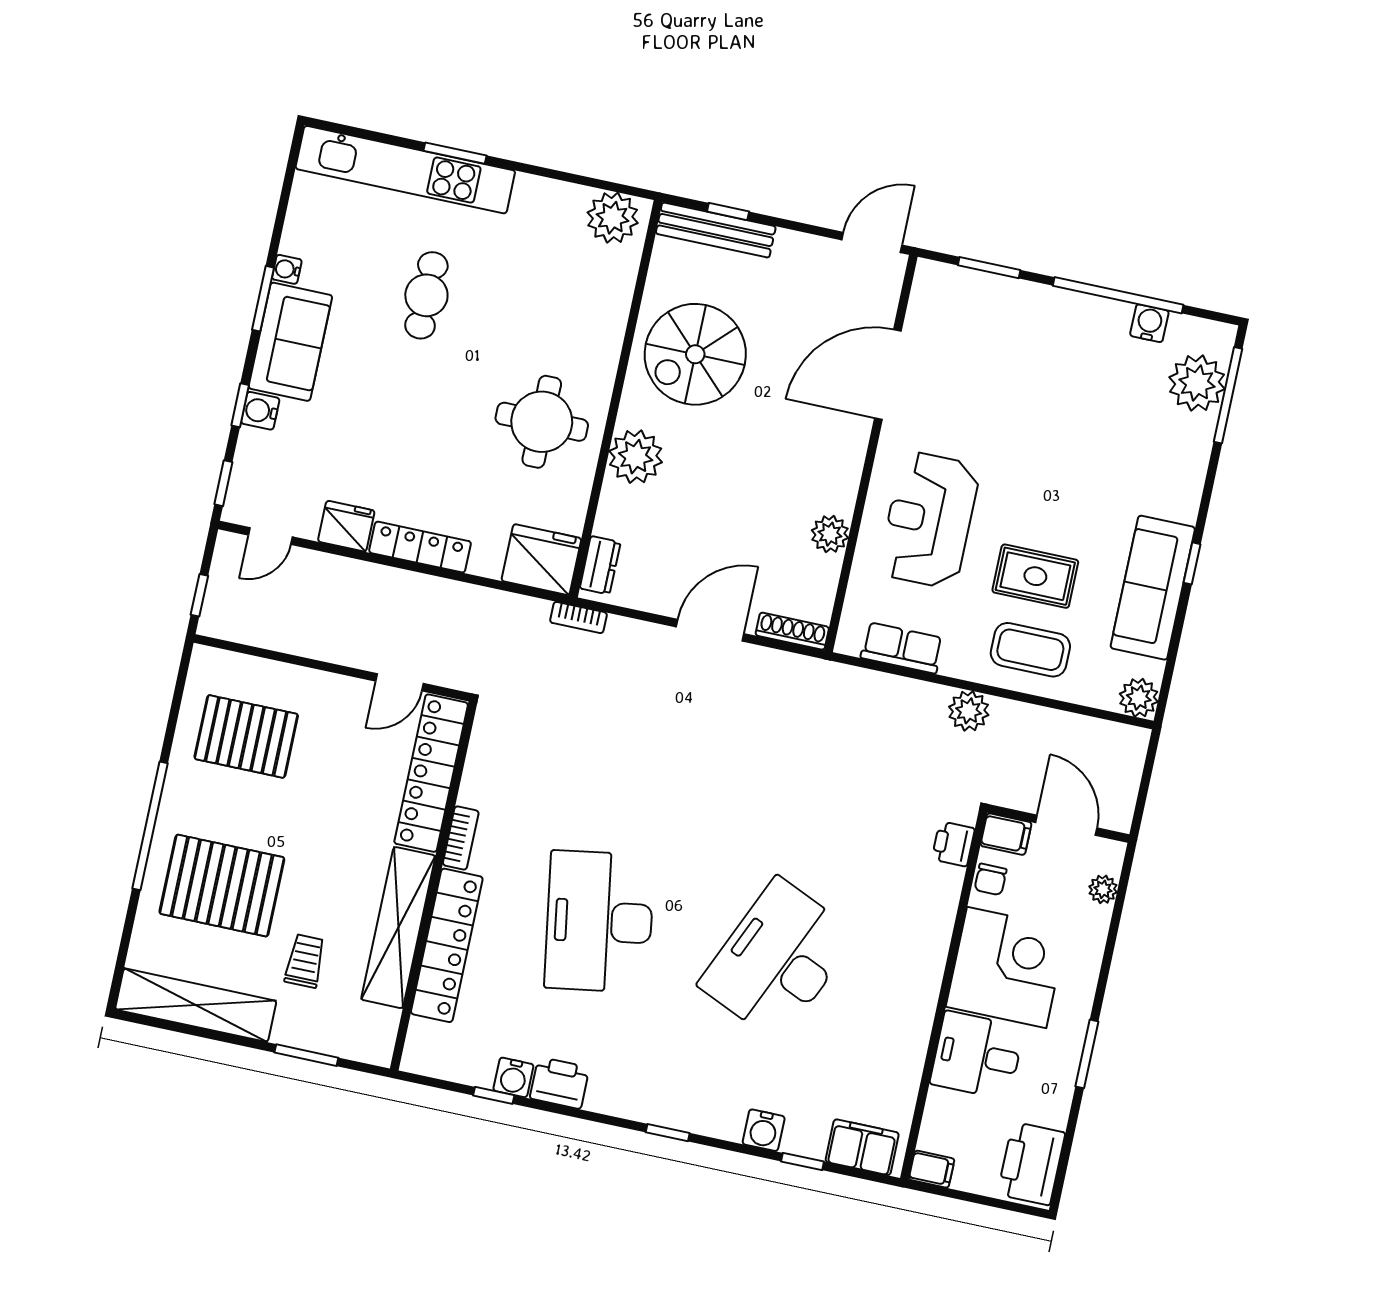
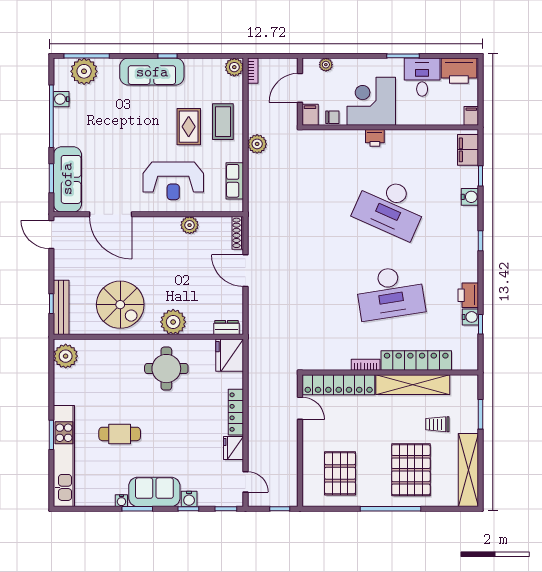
sofa: (980, 300) -> (67, 179), added
sofa: (1153, 588) -> (152, 72), moved
bookcase: (578, 618) -> (253, 71), moved
printer: (953, 844) -> (375, 138), moved
desk: (977, 1055) -> (422, 77), moved, turned 180

